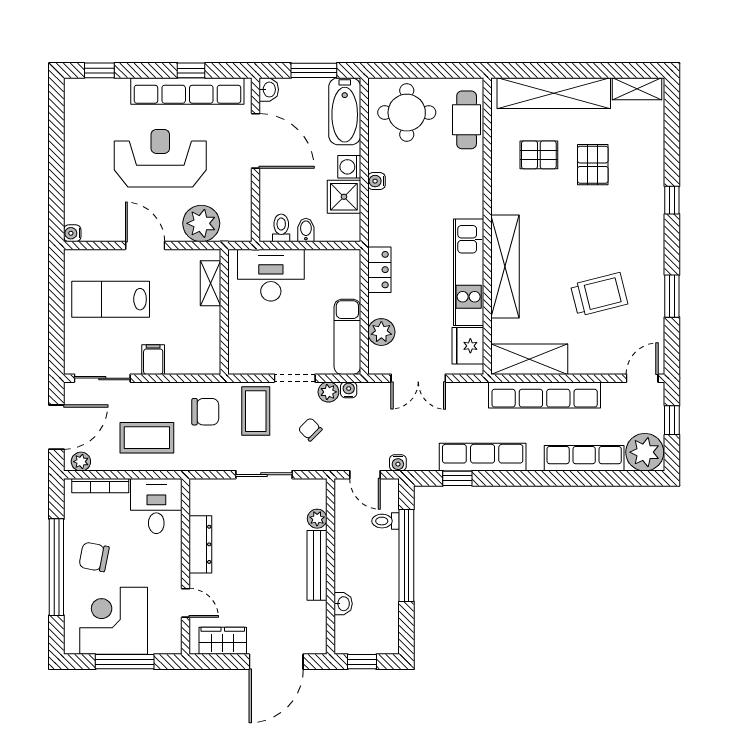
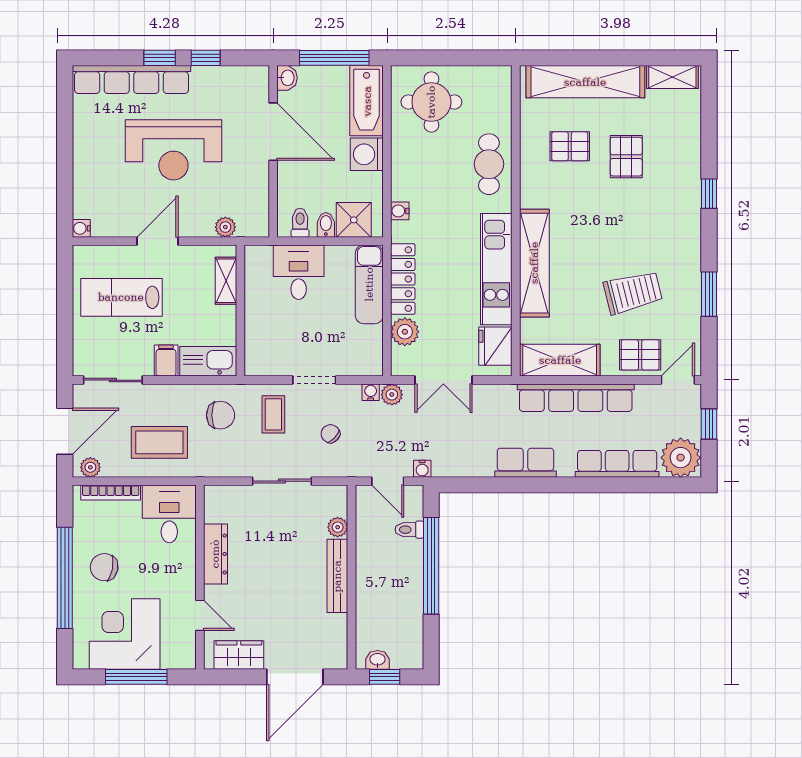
window: (99, 70) -> (160, 58), moved
window: (314, 70) -> (334, 58), width x1.44
row of seats: (187, 91) -> (131, 80), moved
cafe table: (467, 120) -> (489, 164), moved
reception desk: (160, 158) -> (173, 150), turned 180
washing machine: (349, 167) -> (367, 154), width x1.38, depth x1.38
water cooler: (376, 181) -> (400, 211), moved
shower: (344, 197) -> (354, 220), moved
plant: (201, 223) -> (225, 227), width x0.53, depth x0.53
door: (145, 245) -> (157, 241), hinge flipped
locker: (379, 270) -> (403, 279), width x1.53
desk: (271, 275) -> (299, 272), width x0.73
exam couch: (347, 337) -> (369, 284), moved
pallet: (606, 354) -> (640, 355), added
kitchen sink: (193, 360) -> (208, 361), added
plant: (328, 392) -> (392, 395), moved
coffee table: (256, 411) -> (273, 414), width x0.73, depth x0.77
row of seats: (483, 457) -> (525, 463), width x0.68
window: (457, 478) -> (485, 485), removed
washbasin: (343, 604) -> (377, 660), moved, turned -90

